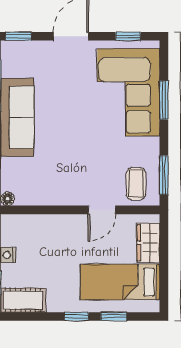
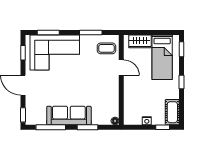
window: (164, 100) -> (48, 33), moved
window: (164, 175) -> (91, 33), moved
window: (114, 317) -> (182, 49), moved

